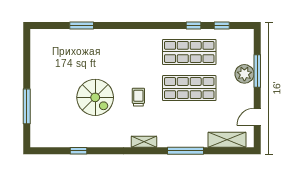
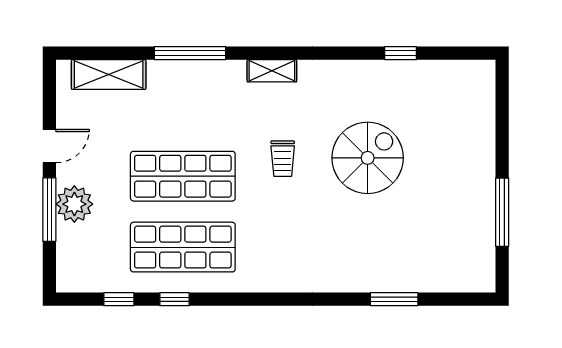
spiral stairs: (95, 97) -> (368, 158), turned 90
window: (27, 106) -> (502, 212), moved
door: (257, 117) -> (49, 146), moved

